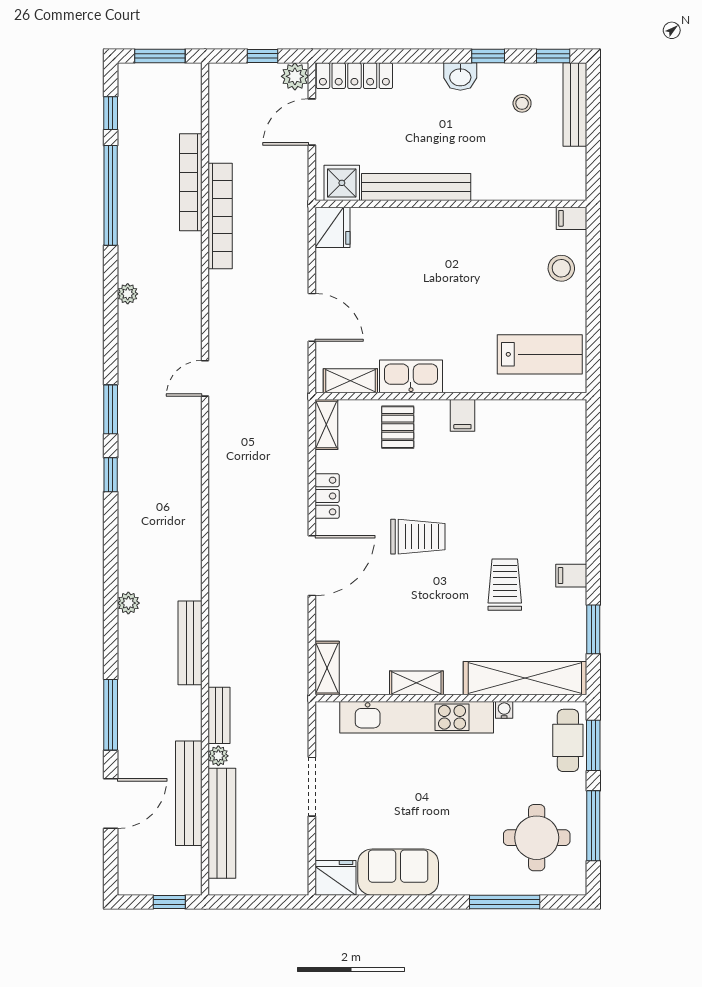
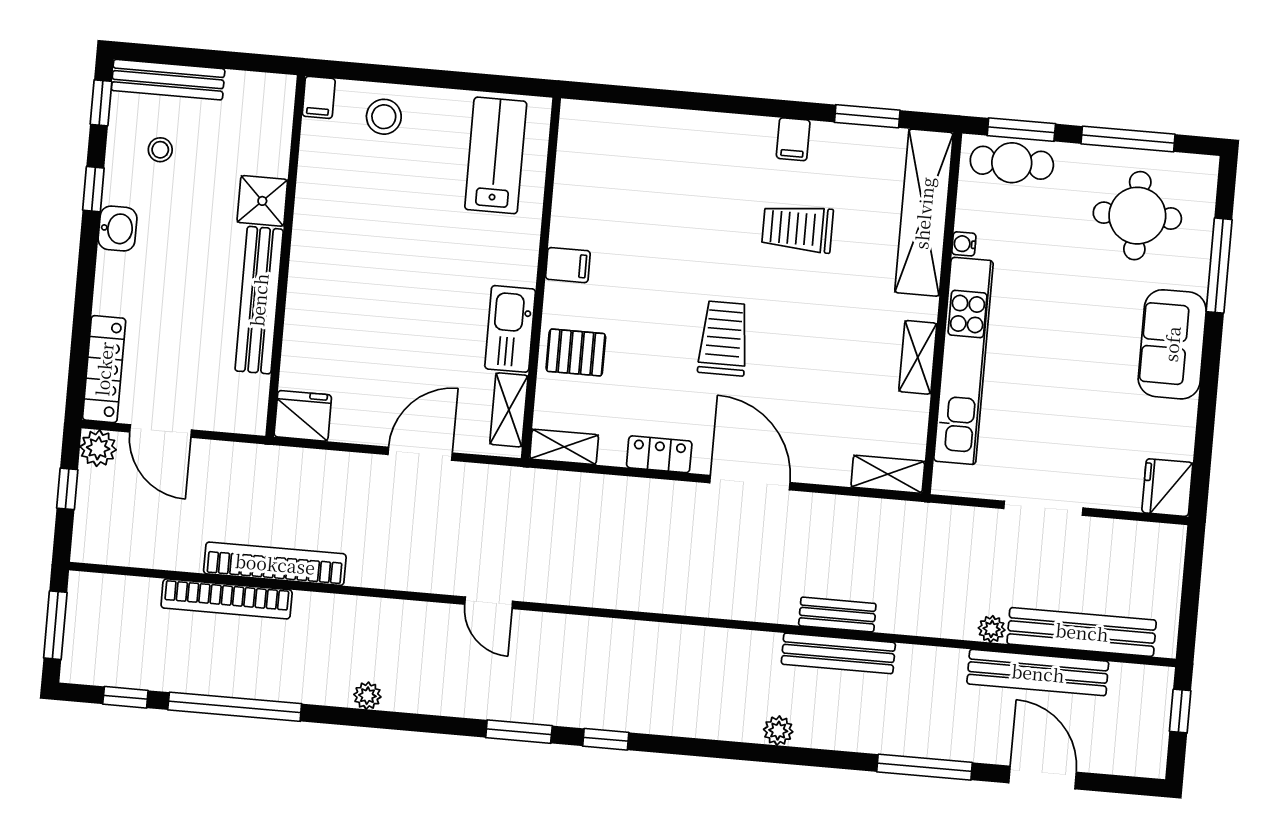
shower: (342, 183) -> (262, 201), moved
bench: (219, 715) -> (837, 615), moved
sofa: (398, 872) -> (1172, 344), moved

